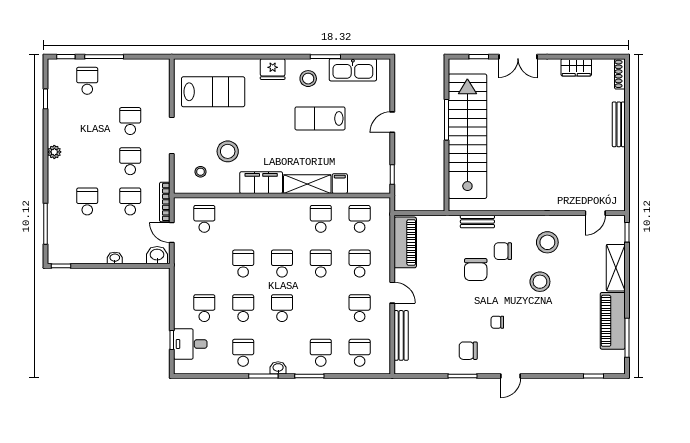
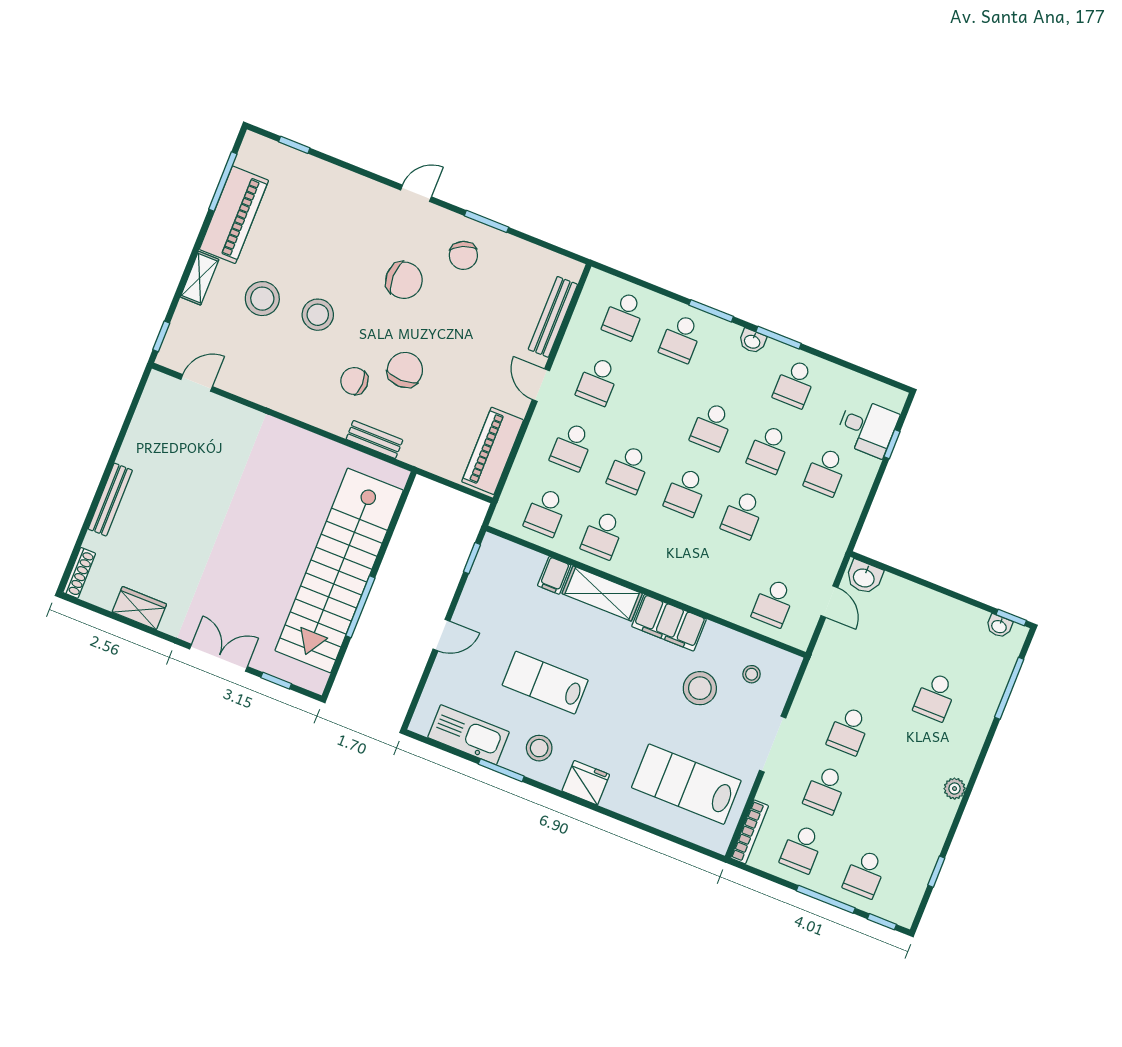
lab bench: (320, 118) -> (545, 683), turned 180
school desk: (130, 201) -> (802, 849), moved
bookcase: (165, 202) -> (750, 832), moved
stool: (547, 242) -> (262, 299), moved
chair: (503, 251) -> (354, 381), turned 180
washbasin: (115, 258) -> (999, 626), moved
shelving: (616, 268) -> (200, 278), width x0.67, depth x0.75
chair: (497, 322) -> (404, 280), width x1.87, depth x1.87
chair: (468, 351) -> (463, 255), turned 66

